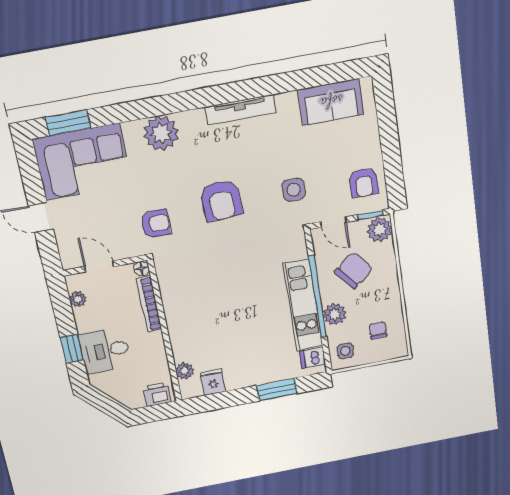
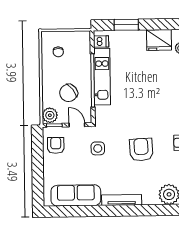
sofa: (331, 102) -> (76, 195), width x1.36
plant: (335, 314) -> (84, 67), removed
side table: (345, 351) -> (80, 42), removed
fridge: (213, 382) -> (159, 40), width x1.88, depth x1.34

